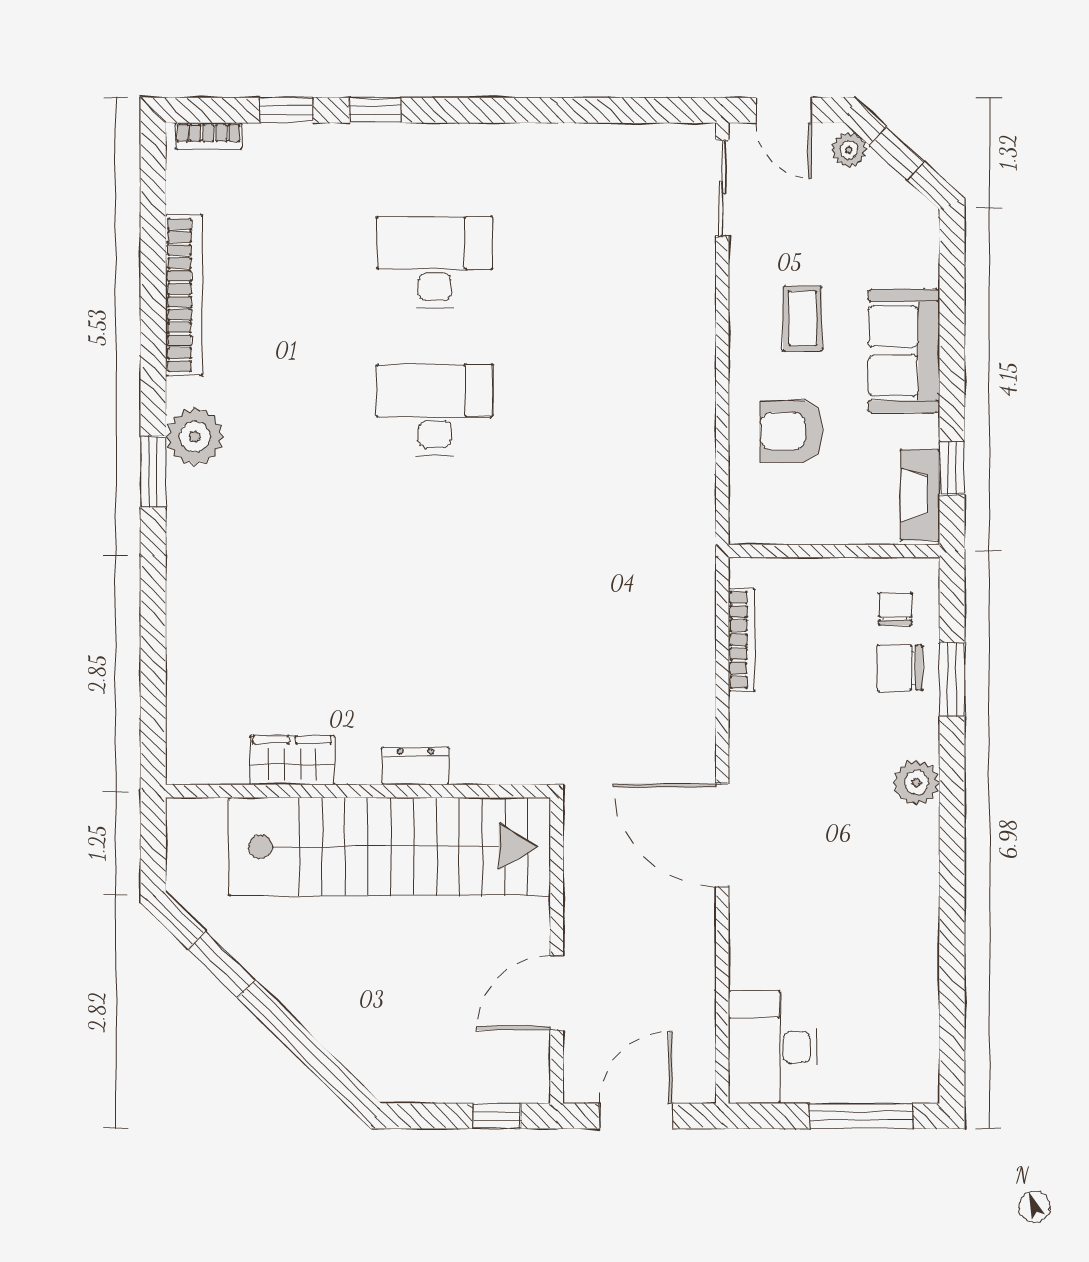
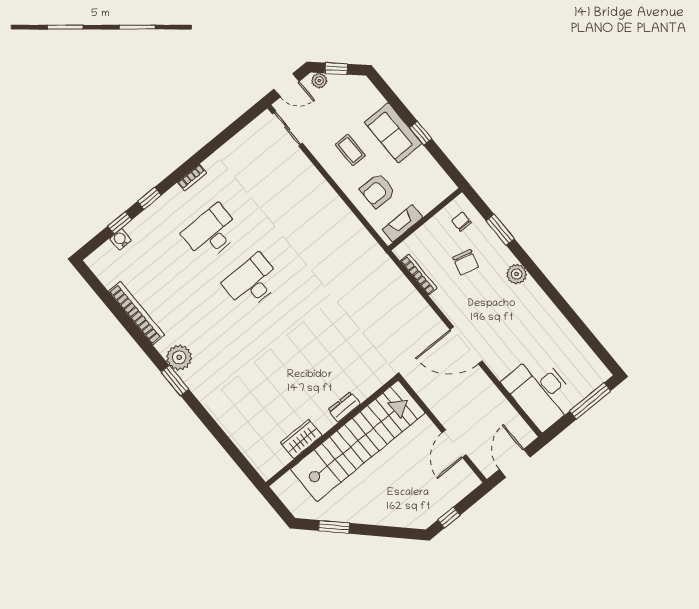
bookcase: (208, 136) -> (192, 178), moved
water cooler: (263, 141) -> (120, 239), added
window: (952, 468) -> (421, 133), moved
fireplace: (920, 495) -> (402, 223), moved, turned 90
chair: (900, 668) -> (466, 262), moved, turned -75
desk: (773, 1047) -> (540, 392), width x1.36, depth x1.30
window: (497, 1116) -> (449, 517), moved

